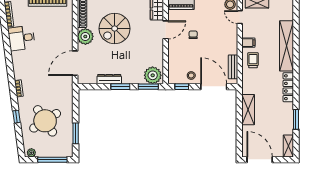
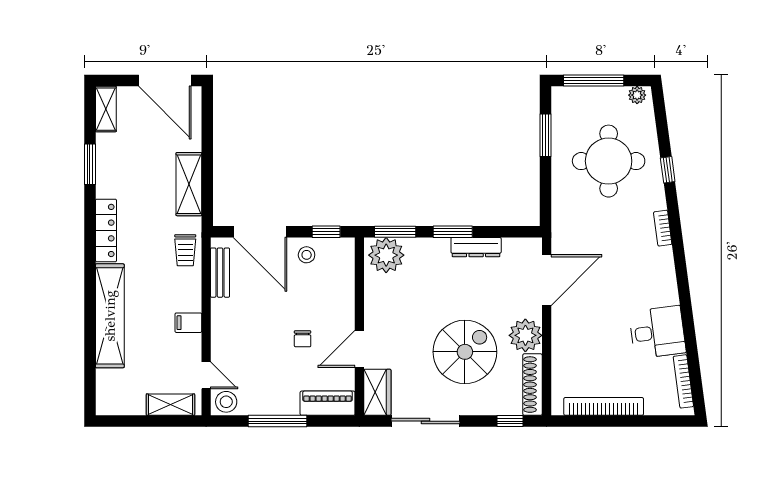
trolley: (253, 60) -> (185, 250), moved
round table: (45, 121) -> (609, 161), turned 33

